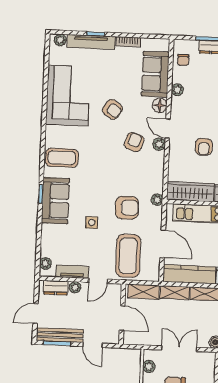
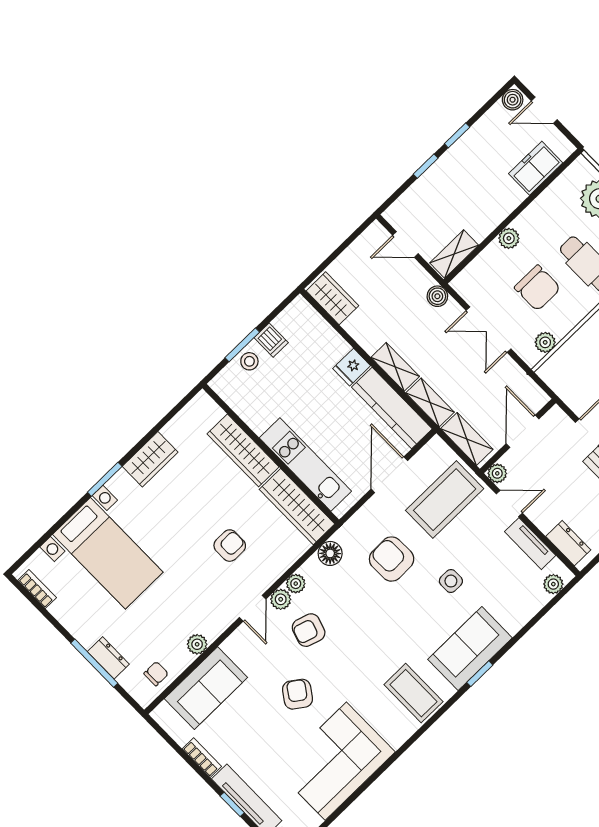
floor lamp: (160, 105) -> (330, 553), moved
plant: (157, 200) -> (296, 584), moved
plant: (75, 287) -> (497, 473), moved

